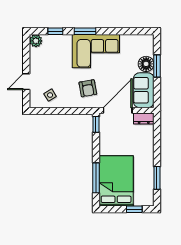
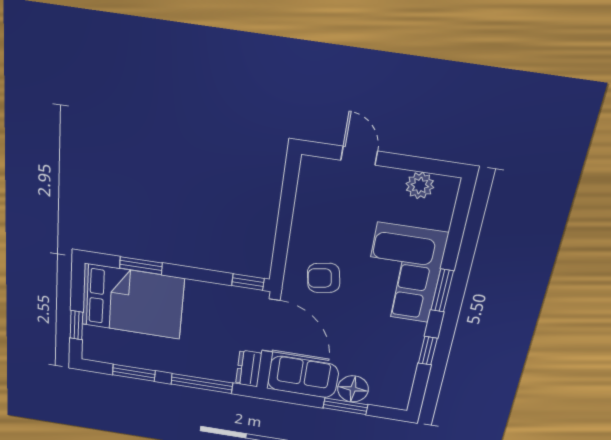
window: (55, 31) -> (428, 351), moved
plant: (36, 41) -> (420, 186), moved
corner sofa: (96, 51) -> (403, 273), moved
side table: (50, 95) -> (322, 202), removed
window: (157, 142) -> (202, 384), added
window: (96, 178) -> (141, 266), width x0.69

